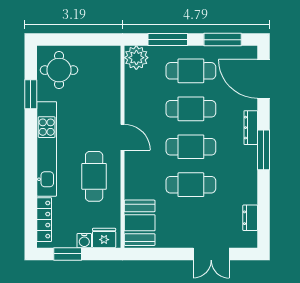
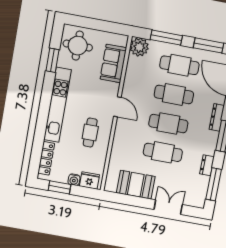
sofa: (108, 84) -> (113, 63), added
cafe table: (94, 176) -> (90, 133), width x0.73, depth x0.74
window: (263, 214) -> (214, 184), added
dresser: (250, 218) -> (207, 165), moved
booth: (140, 223) -> (136, 185), moved, turned 90
double door: (211, 254) -> (168, 207), swing flipped

